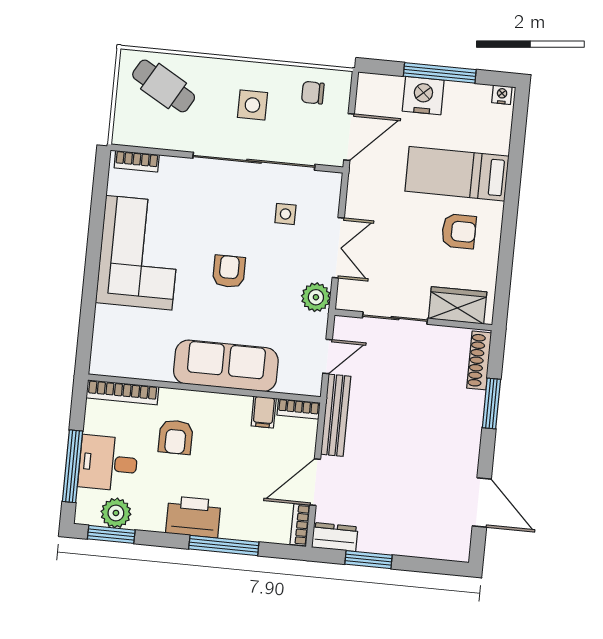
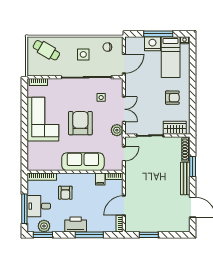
bed: (457, 174) -> (171, 57), moved, turned -90
armchair: (229, 271) -> (80, 123), width x1.88, depth x1.88
bench: (336, 415) -> (185, 179), moved
dresser: (335, 537) -> (134, 227), removed

